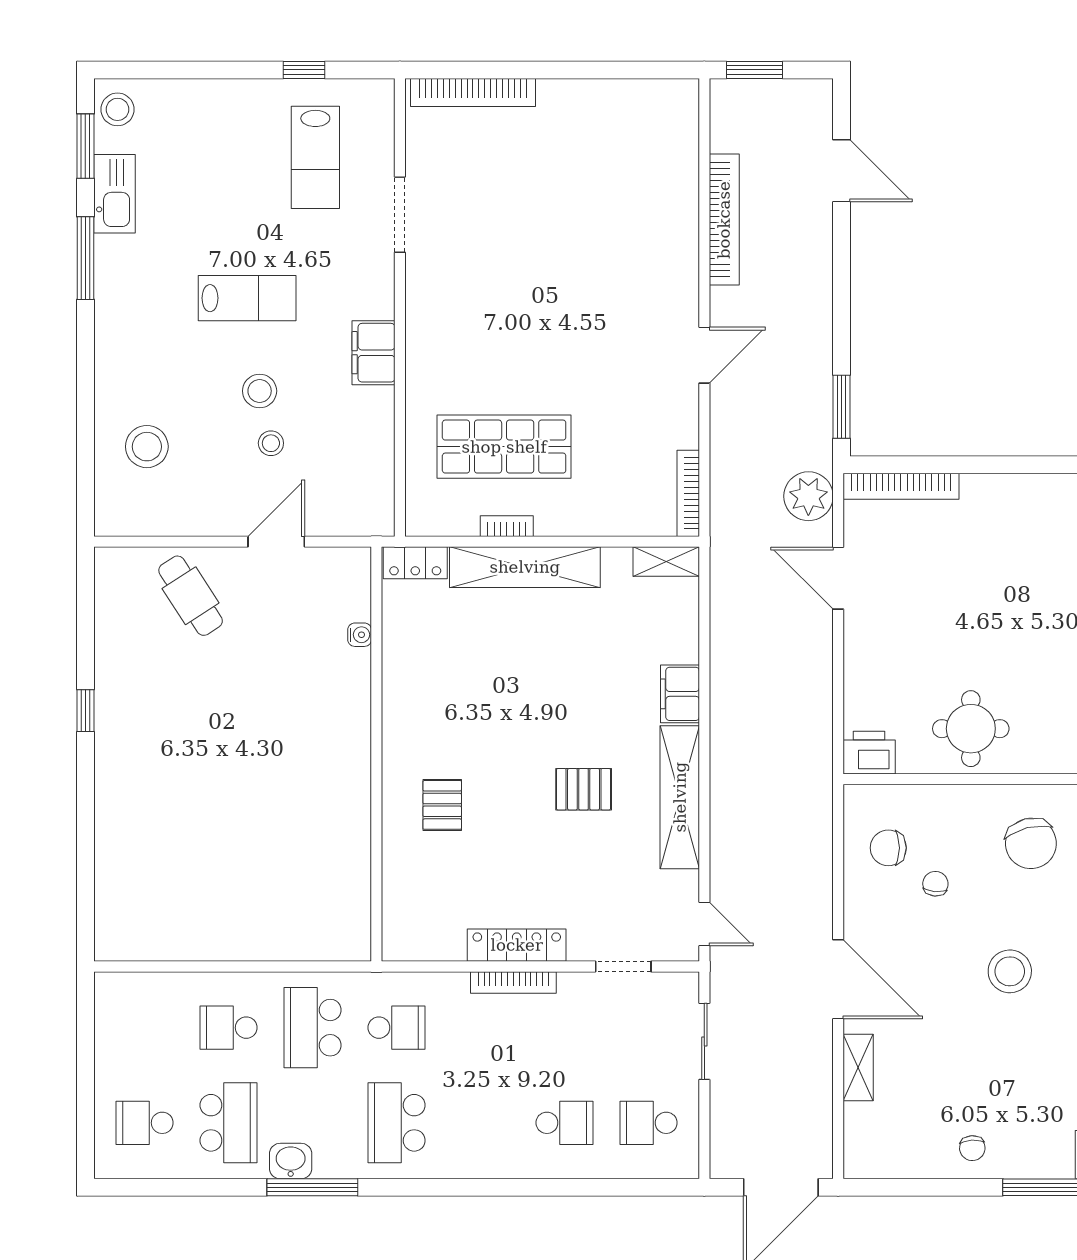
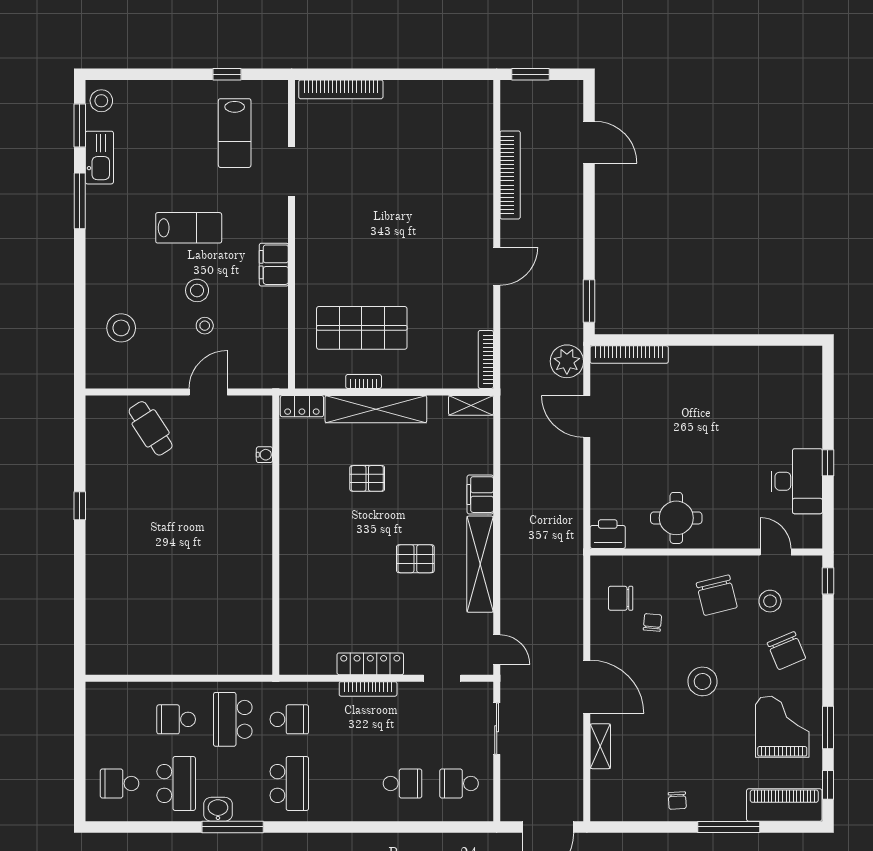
pallet: (442, 805) -> (367, 478), moved, turned 90
school desk: (397, 1123) -> (289, 783), turned 180

